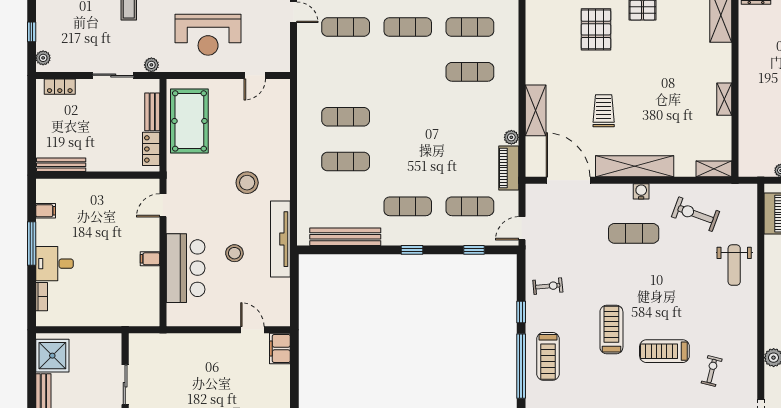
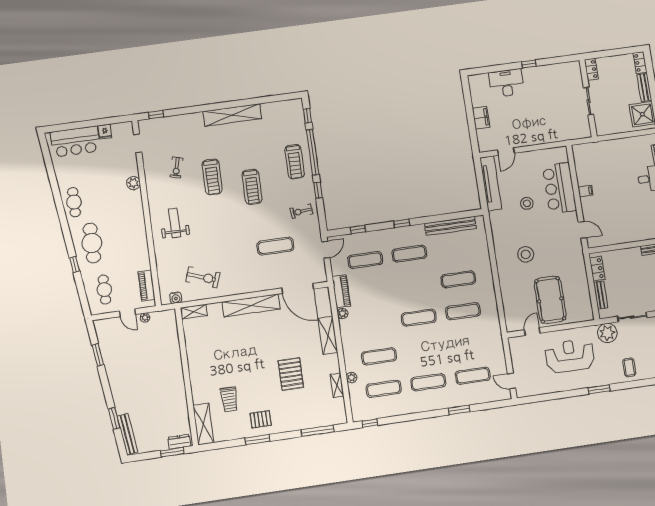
pallet: (596, 29) -> (291, 374), moved
plant: (511, 49) -> (352, 377), added
plant: (151, 65) -> (607, 333), width x1.87, depth x1.87
shelving: (724, 99) -> (337, 385), moved
trolley: (604, 111) -> (229, 399), moved
exercise mat: (408, 117) -> (419, 318), added
pool table: (189, 121) -> (550, 300), moved
water cooler: (641, 191) -> (176, 298), moved
door: (163, 205) -> (582, 230), hinge flipped
exercise mat: (634, 233) -> (275, 246), moved
tv unit: (280, 239) -> (491, 183), moved
weight bench: (734, 265) -> (175, 223), moved
door: (252, 330) -> (506, 152), hinge flipped
filing cabinet: (280, 349) -> (481, 118), moved
treadmill: (664, 351) -> (212, 177), turned 90
treadmill: (548, 356) -> (295, 162), turned 180

